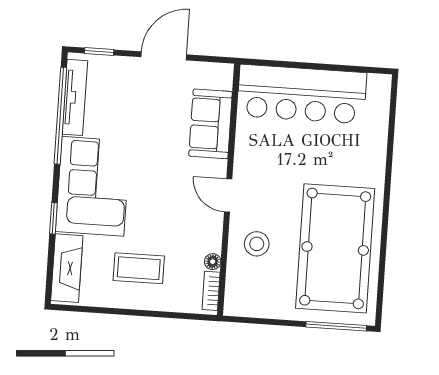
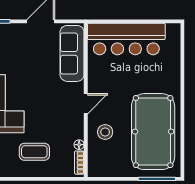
sofa: (211, 124) -> (72, 53), width x1.36
door: (228, 196) -> (86, 104), swing flipped

